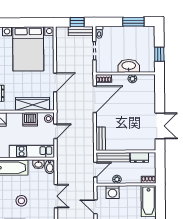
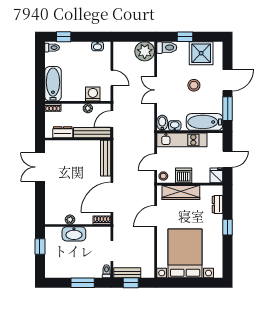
window: (133, 22) -> (83, 283), moved
bench: (101, 139) -> (106, 158), width x1.36

